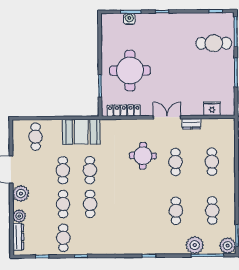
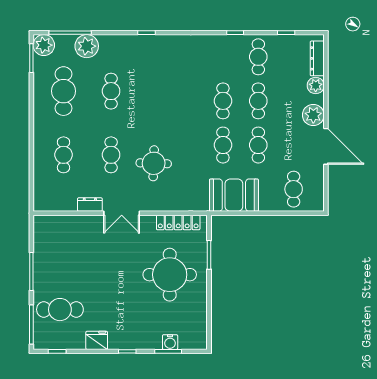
fridge: (212, 108) -> (97, 340), moved, turned 180
cafe table: (212, 211) -> (64, 91), width x1.37, depth x1.35

